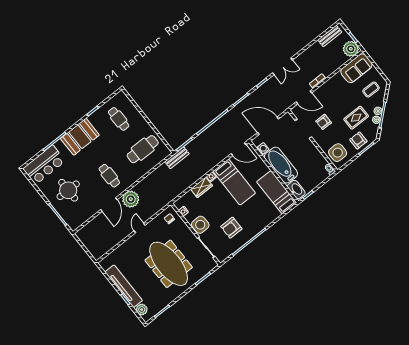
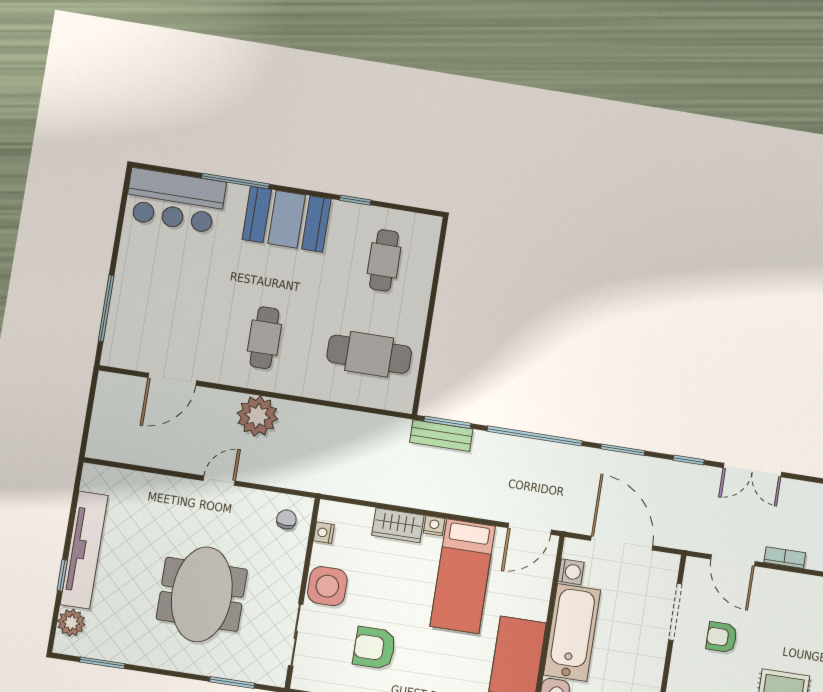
door: (239, 149) -> (530, 529), hinge flipped
bench: (177, 158) -> (441, 436), moved
round table: (68, 190) -> (169, 287), removed
door: (109, 205) -> (172, 379), moved
meeting table: (169, 264) -> (202, 594), width x0.73

